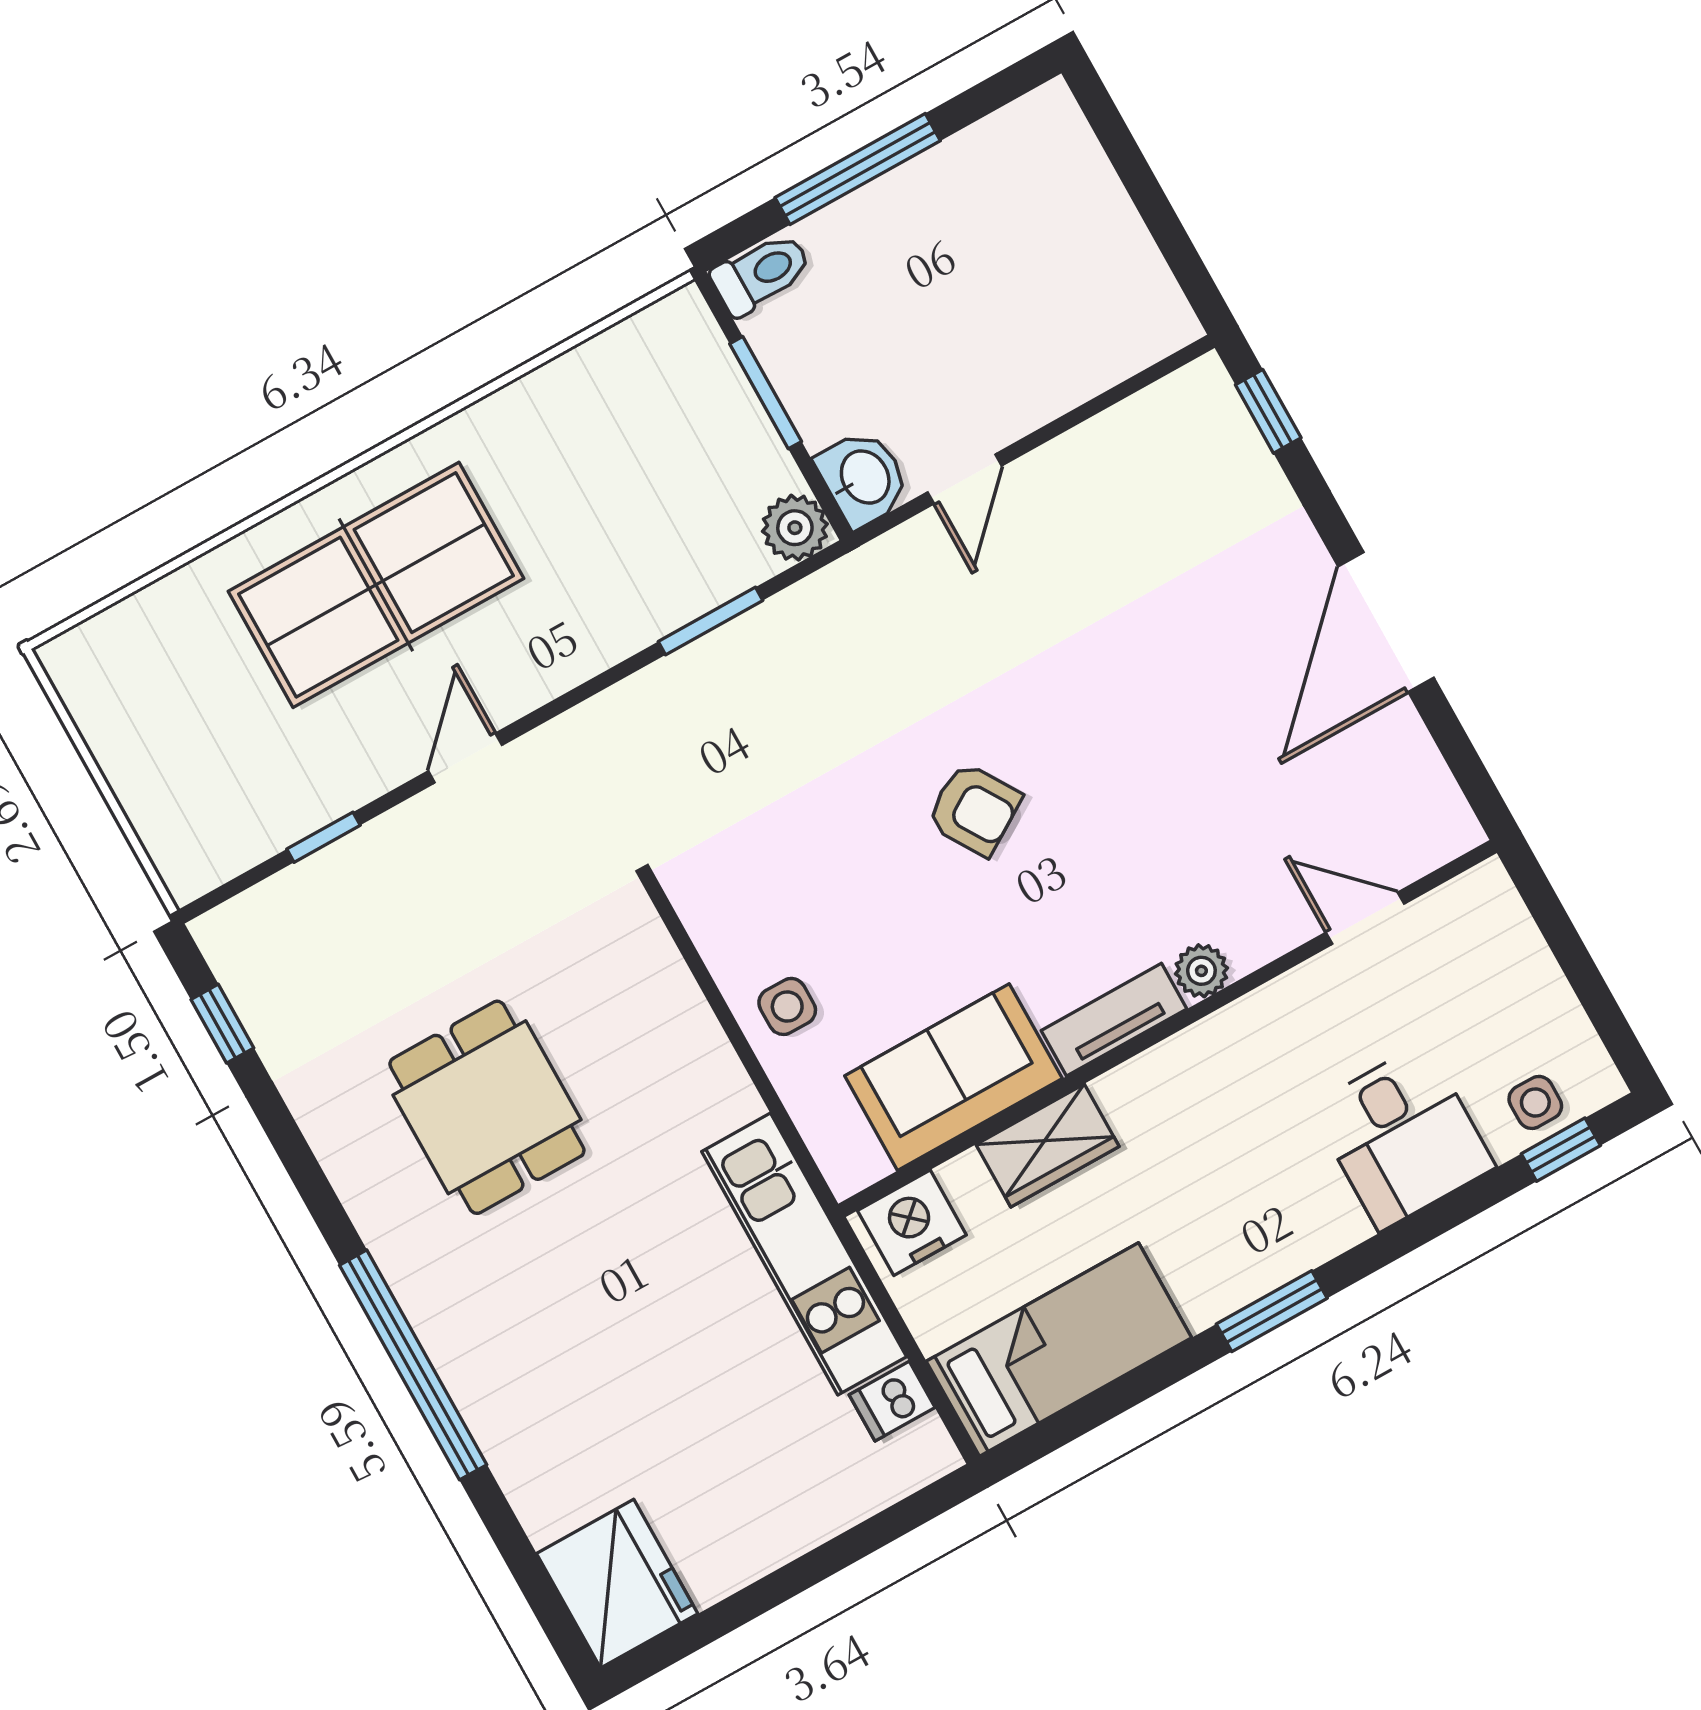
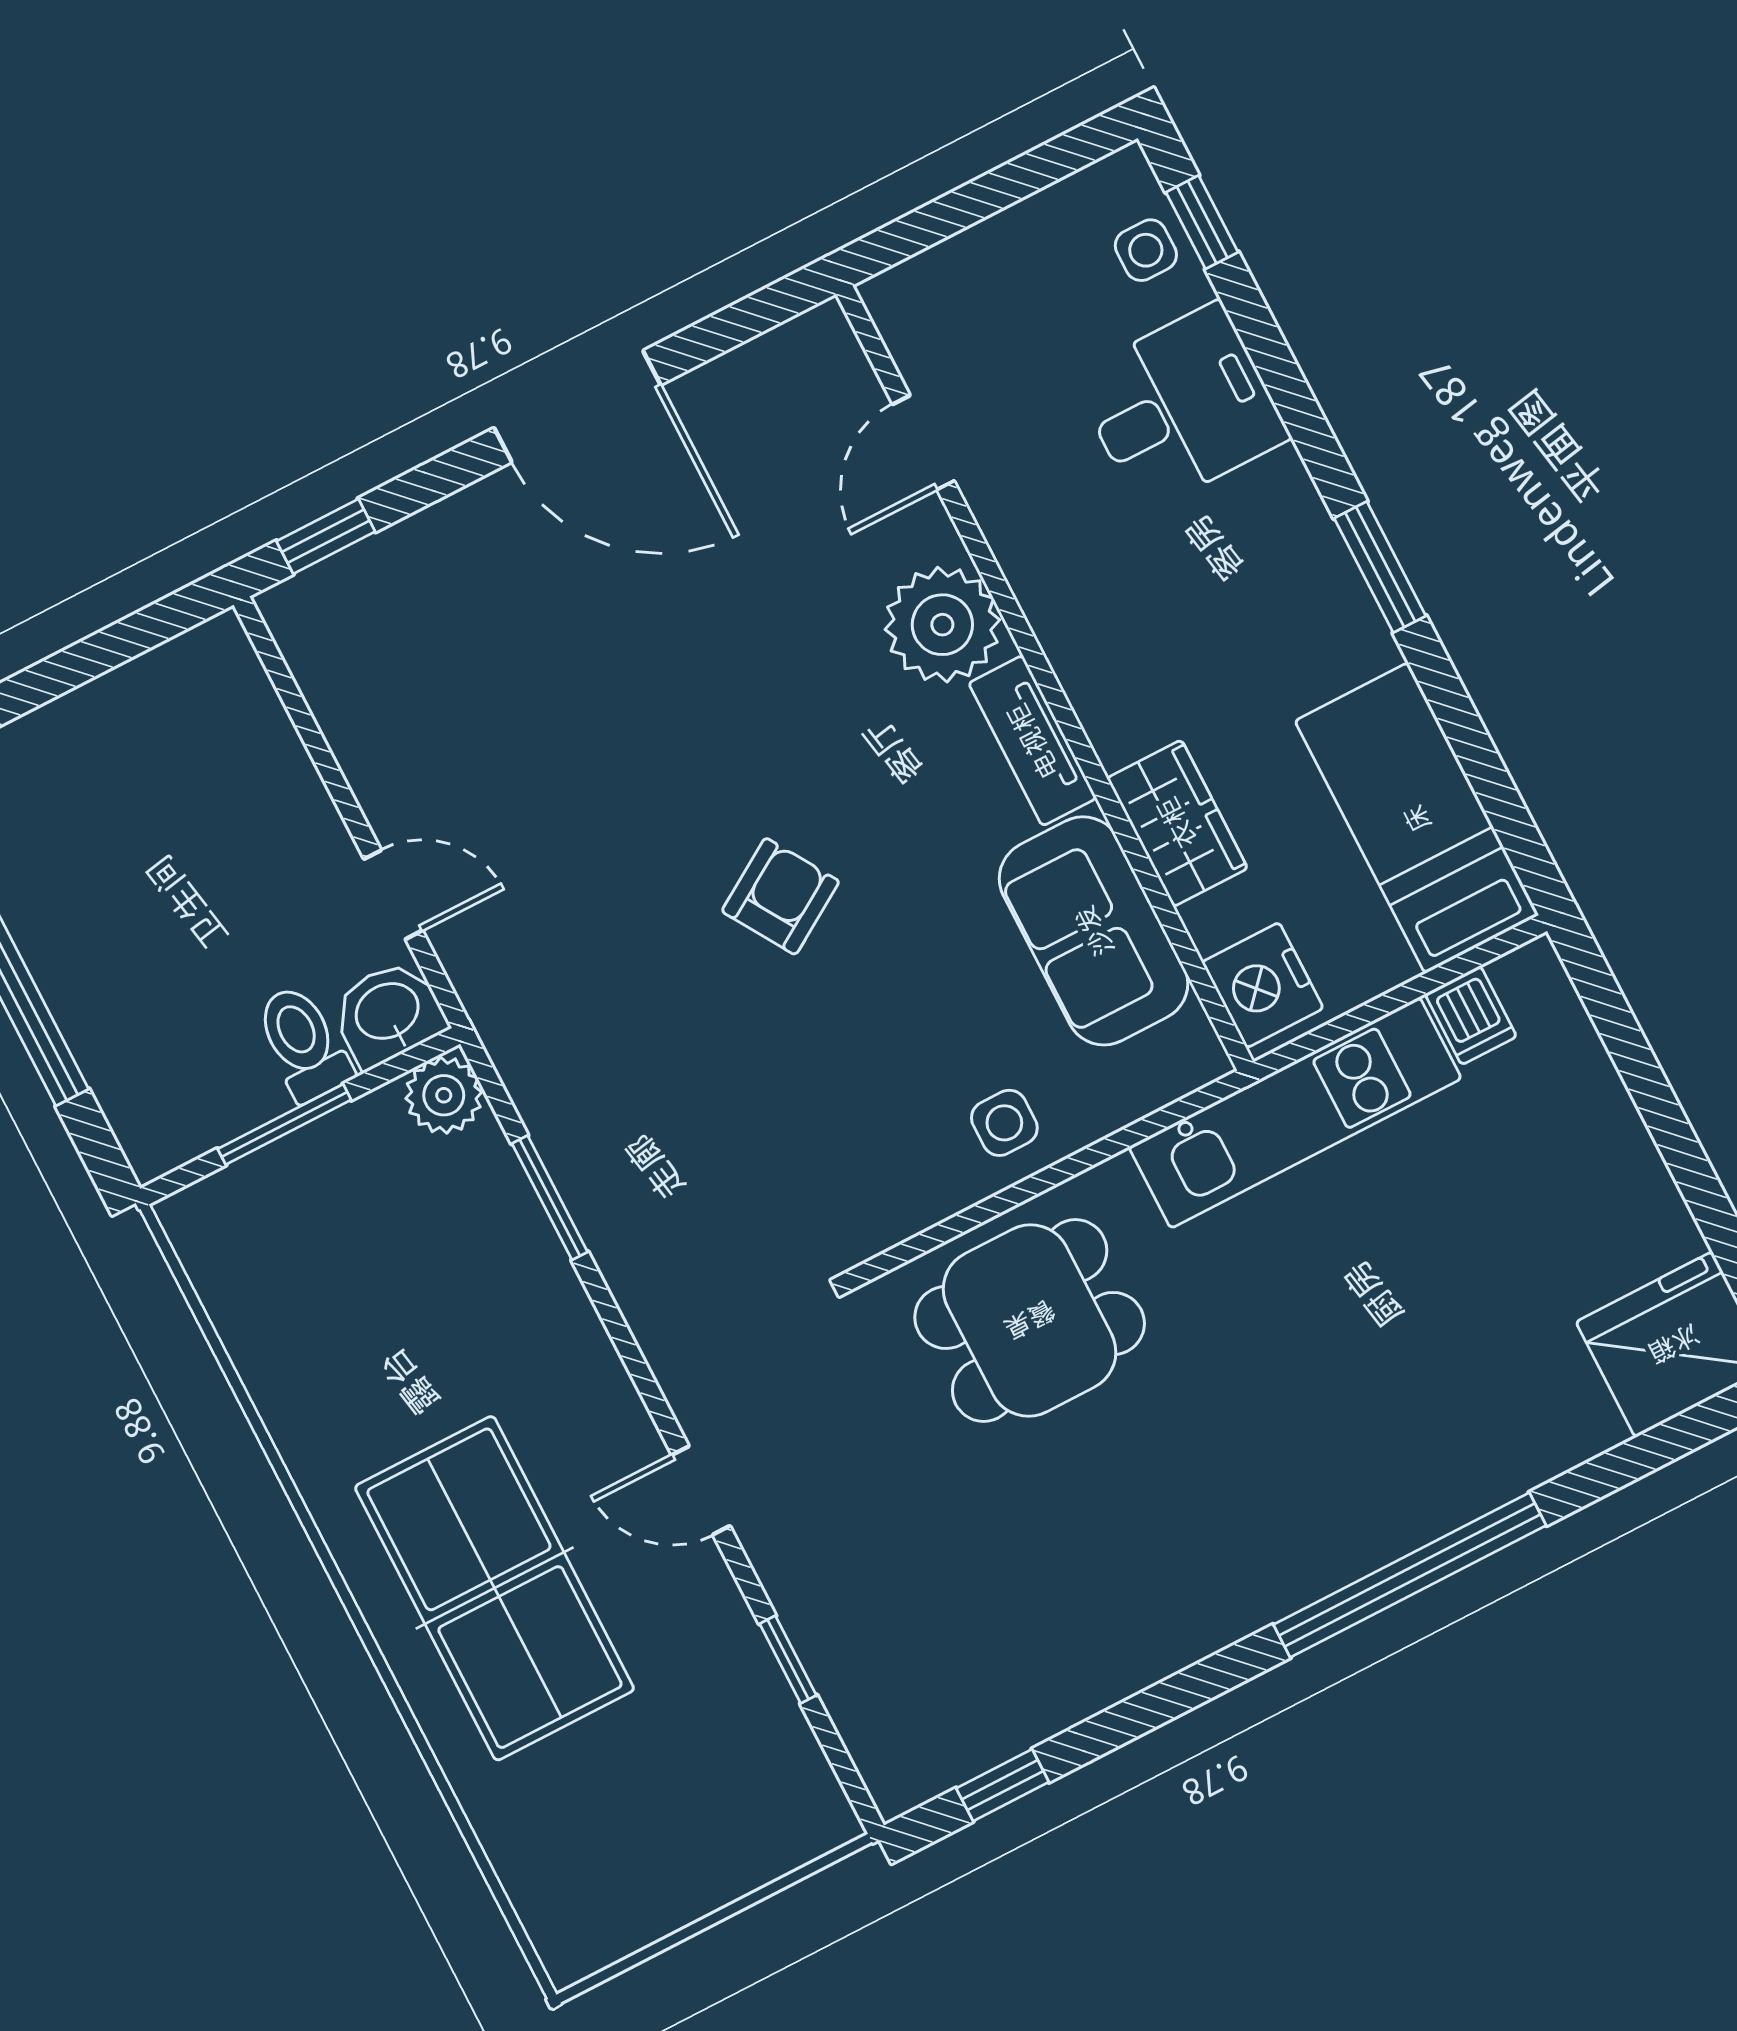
toilet: (761, 274) -> (303, 1043), moved
plant: (1201, 971) -> (942, 625), width x1.88, depth x1.88
dining table: (487, 1107) -> (1030, 1320), moved

